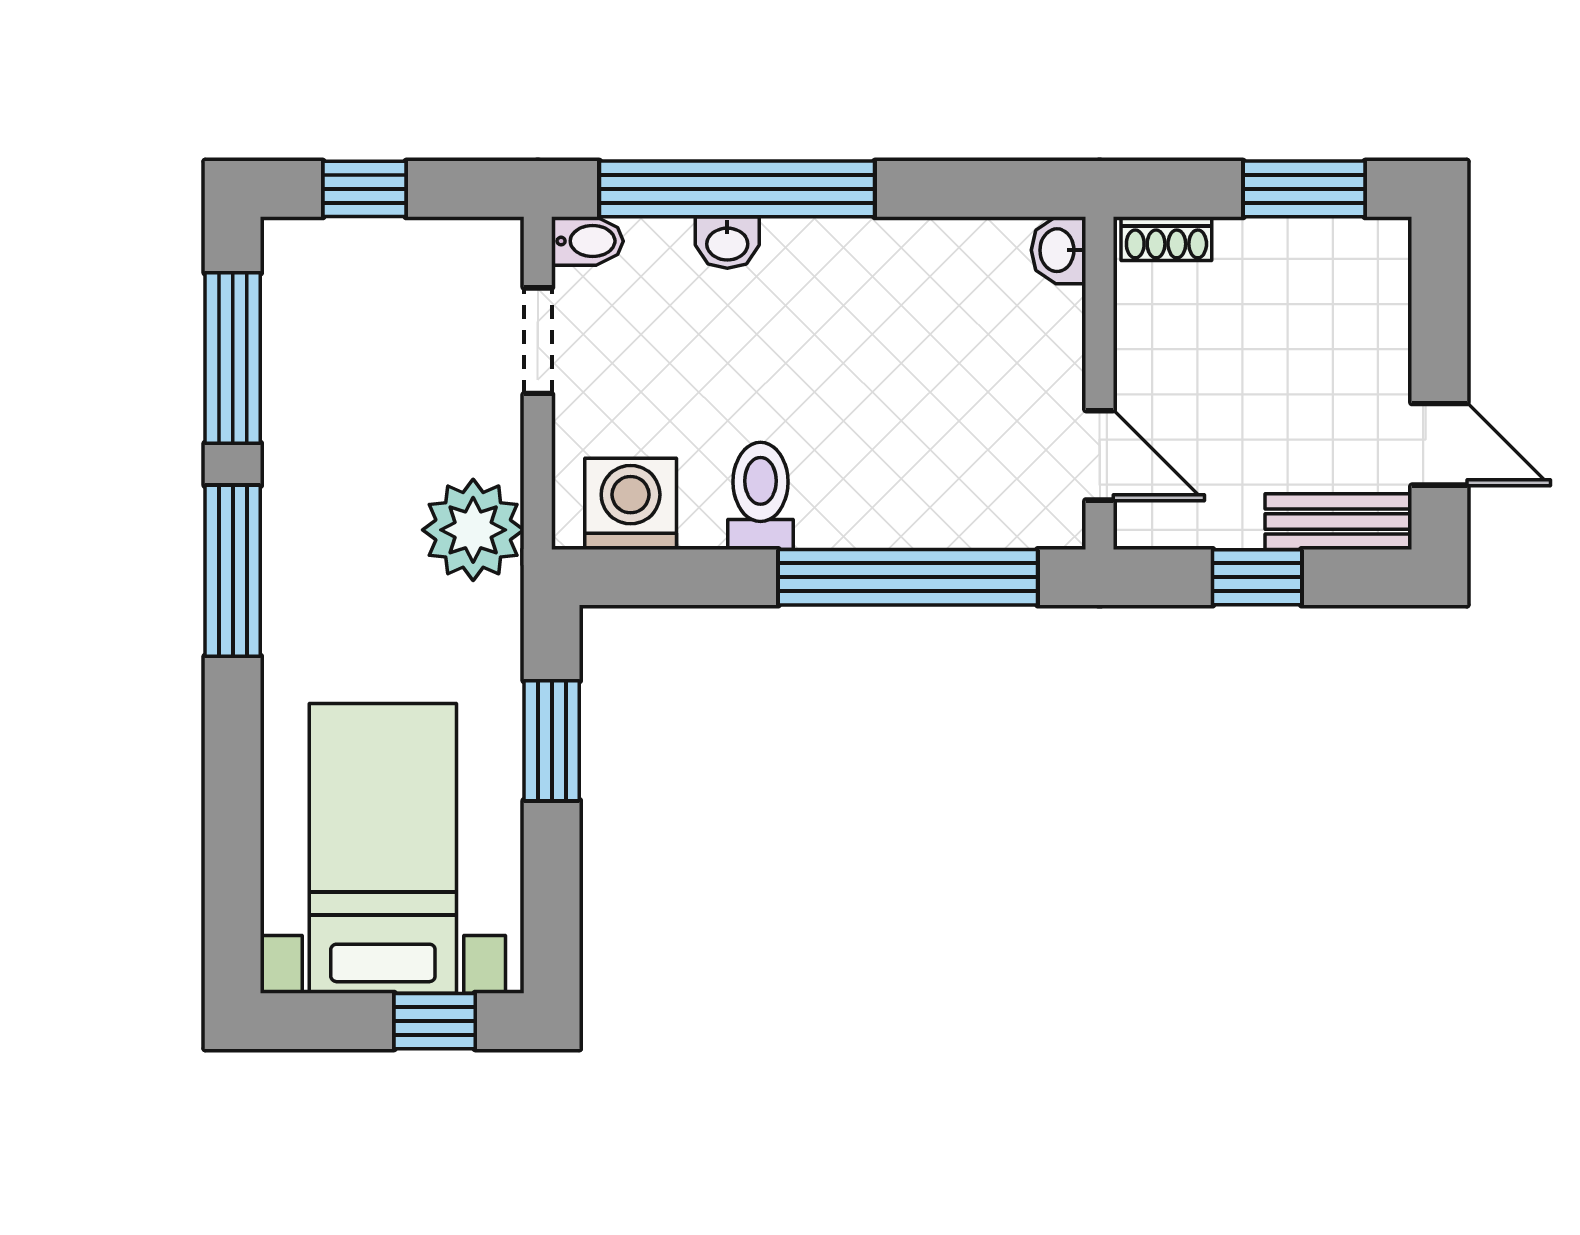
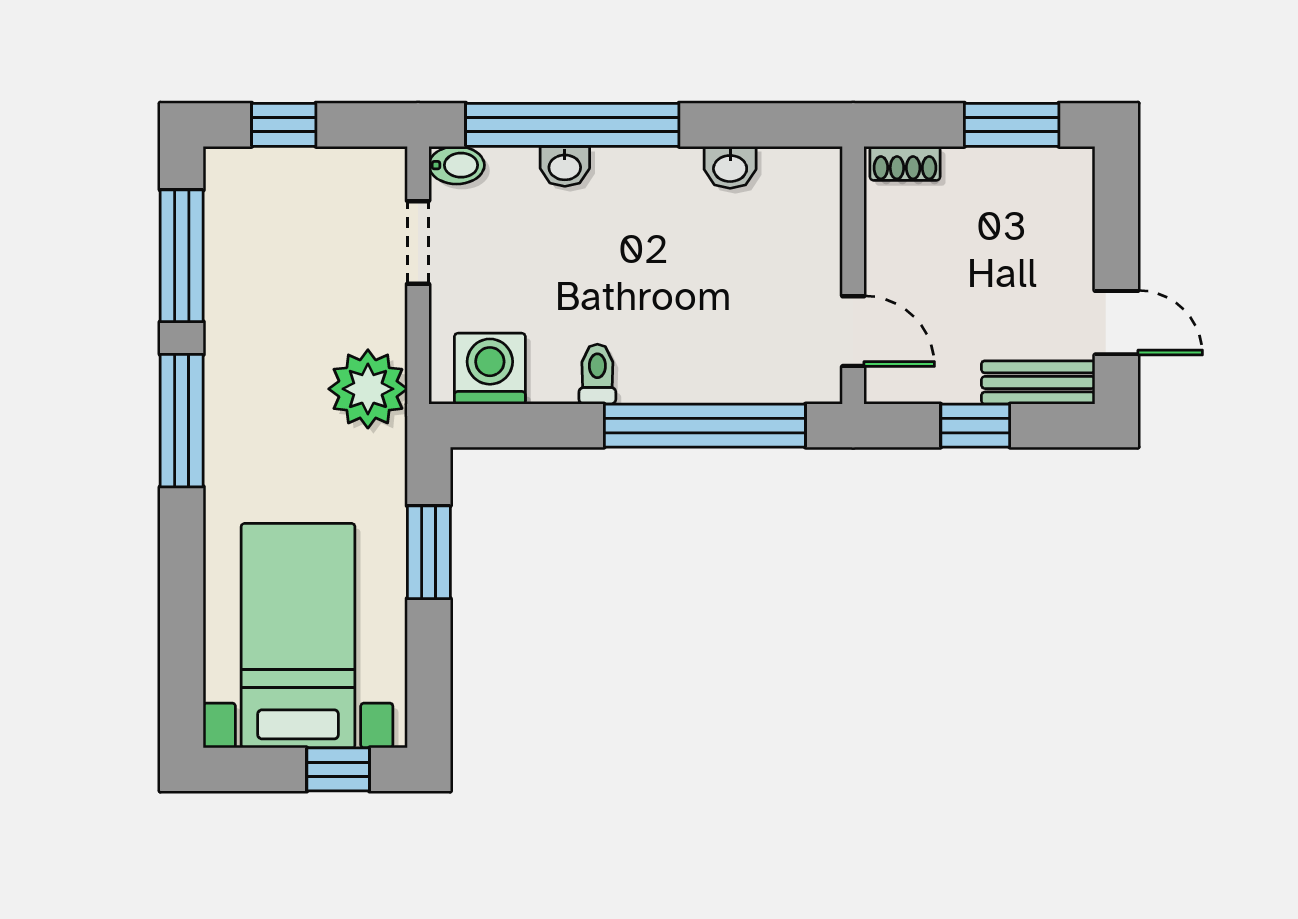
washbasin: (1059, 250) -> (730, 167), moved, turned -90
toilet: (760, 496) -> (597, 374), width x0.73, depth x0.72

